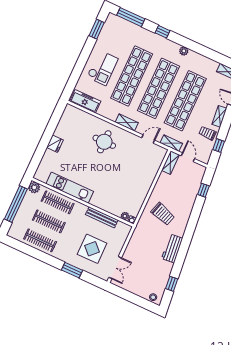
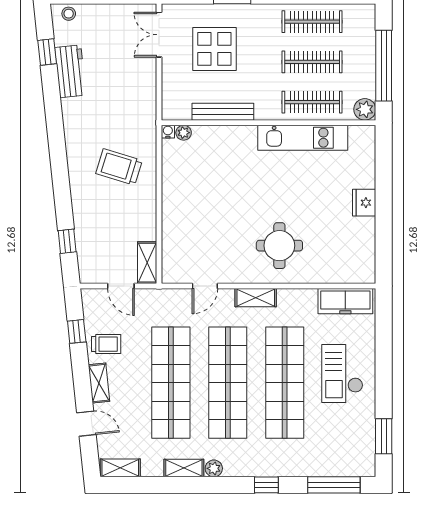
shelving: (171, 143) -> (184, 468), moved
workbench: (172, 248) -> (70, 71), moved

